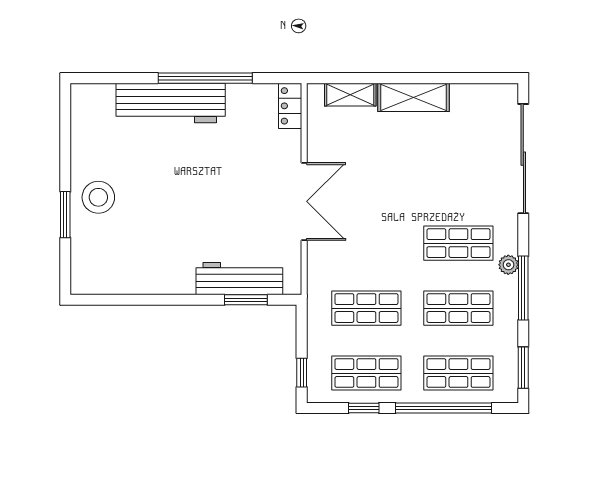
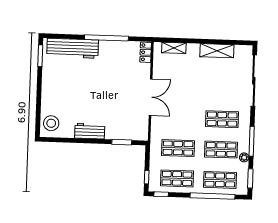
shelving: (413, 97) -> (217, 51), moved
workbench: (171, 103) -> (73, 48), moved
stool: (98, 197) -> (51, 123), moved
window: (65, 215) -> (40, 56), moved
plant: (508, 265) -> (244, 157), moved
workbench: (239, 279) -> (90, 131), moved, width x0.73
window: (364, 408) -> (161, 194), moved

